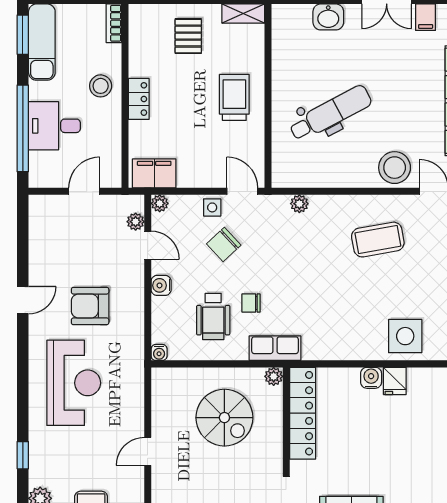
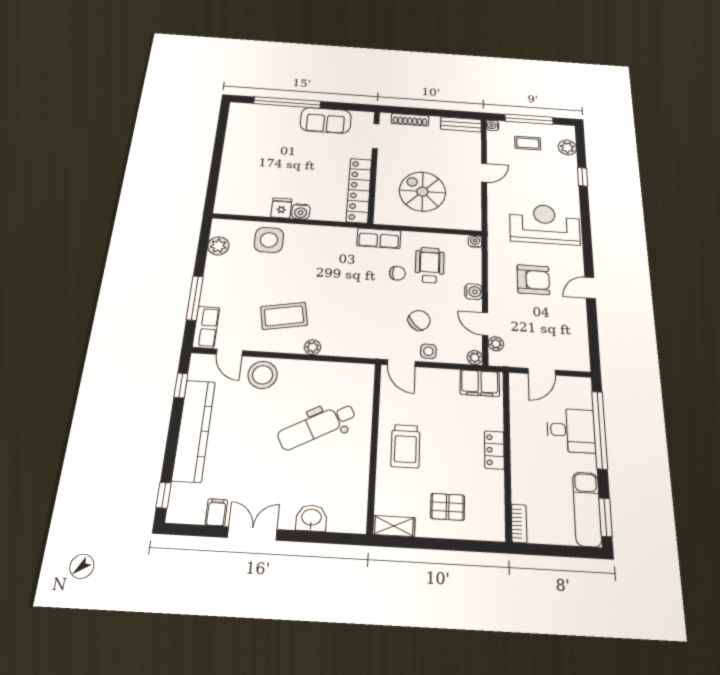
pallet: (188, 36) -> (448, 507), turned 90
stool: (101, 86) -> (530, 464), removed
plant: (299, 204) -> (312, 347), moved
plant: (274, 376) -> (381, 218), removed
reception desk: (74, 383) -> (545, 224), turned 90

